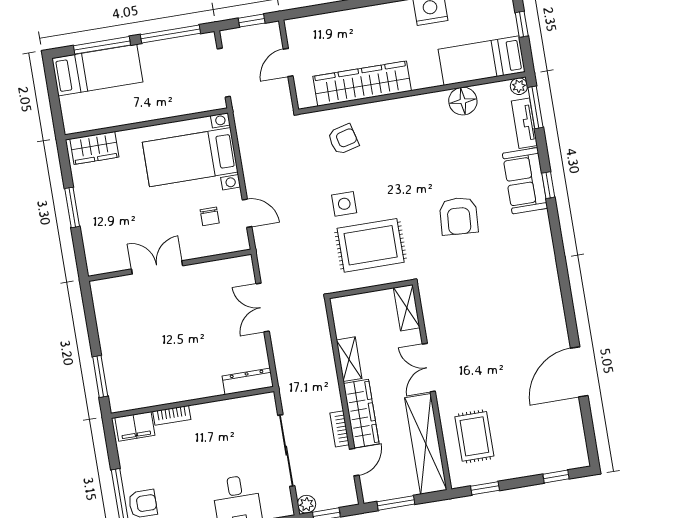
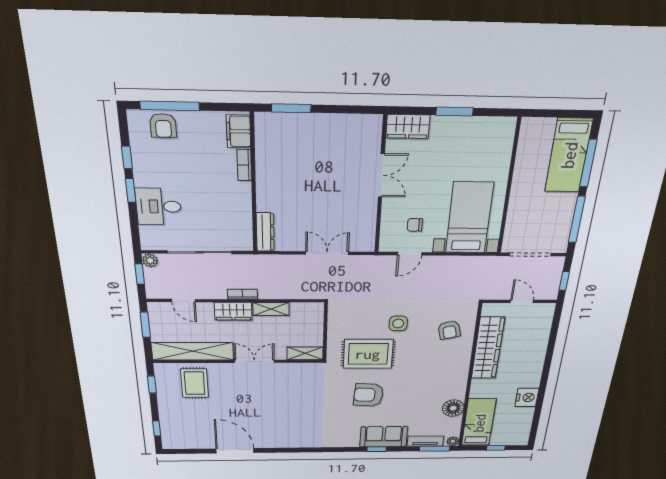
wardrobe: (94, 148) -> (408, 126), moved, turned -90
rug: (371, 245) -> (368, 354), moved, turned 90
wardrobe: (361, 414) -> (233, 311), width x0.67
bookcase: (340, 429) -> (243, 294), moved
rug: (474, 436) -> (194, 383), turned 90

